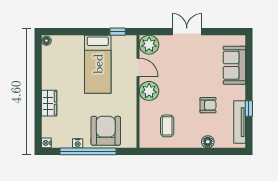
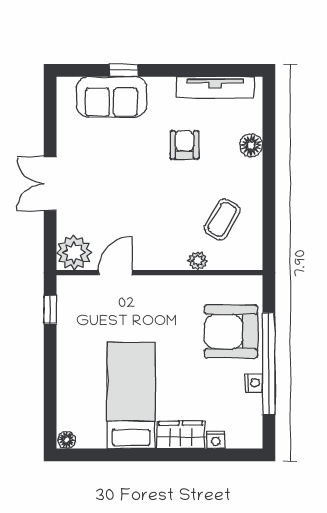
bed: (98, 64) -> (131, 395), moved, turned -90
plant: (149, 91) -> (198, 261), moved, width x0.53, depth x0.53
window: (249, 109) -> (124, 70), moved
coffee table: (167, 126) -> (222, 219), turned -60
nightstand: (46, 143) -> (216, 440), moved

